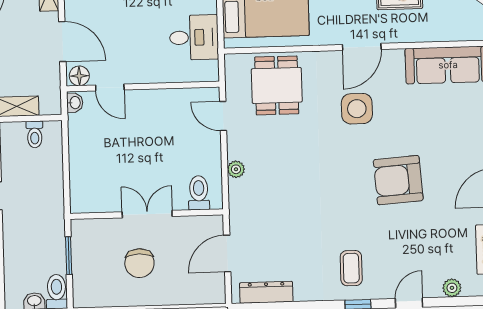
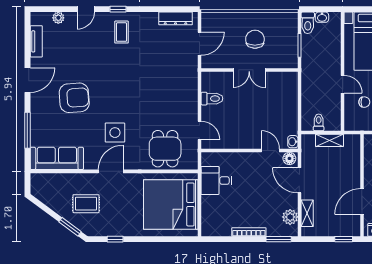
plant: (236, 169) -> (192, 97), removed
armchair: (398, 180) -> (74, 98), moved
toilet: (199, 193) -> (212, 99), moved, turned -90

